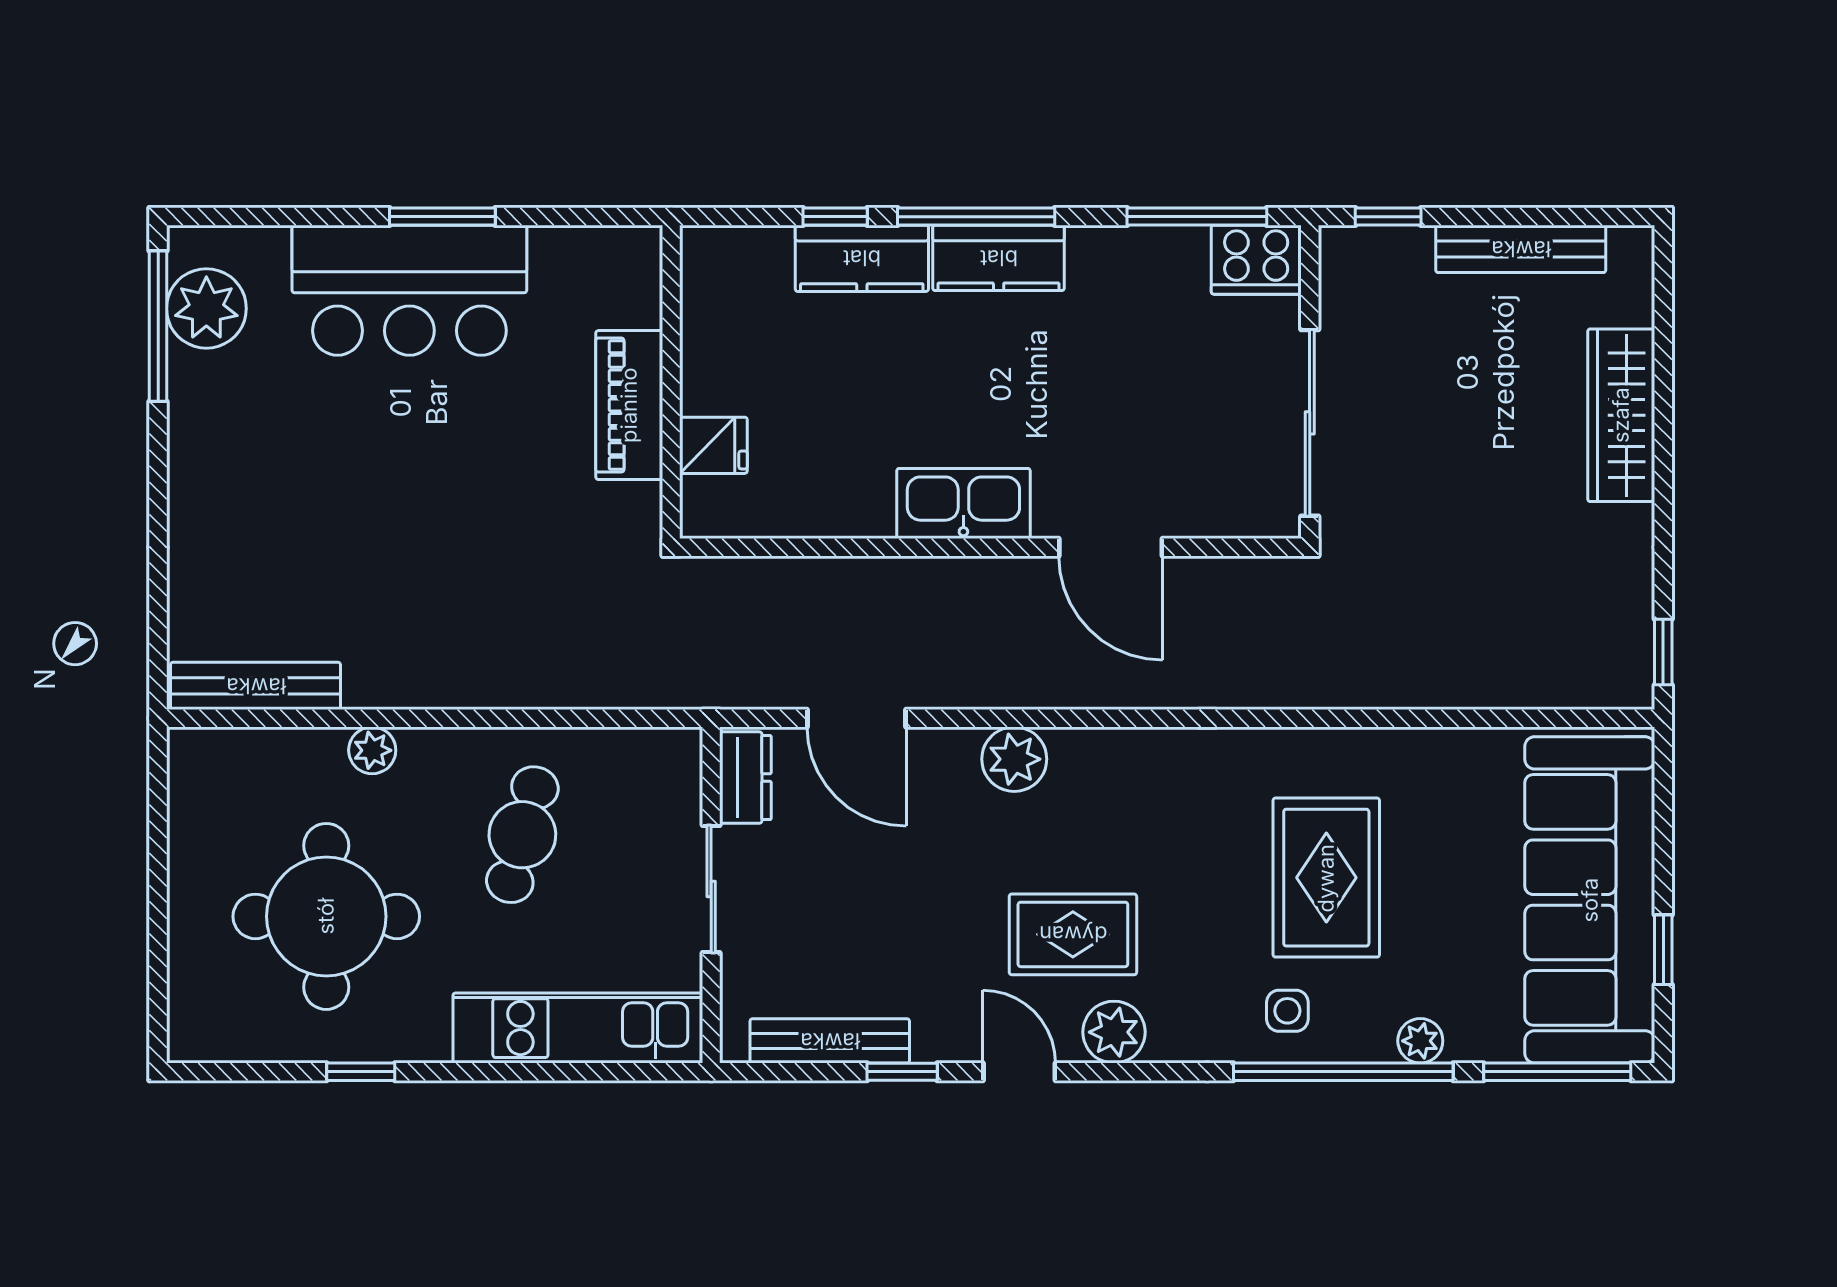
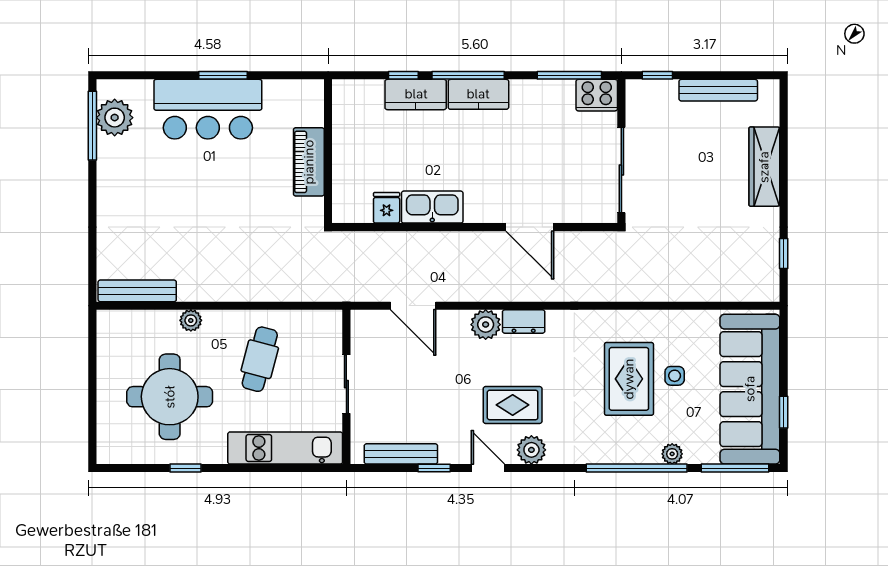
fridge: (713, 445) -> (387, 208), moved, turned -90
kitchen sink: (963, 504) -> (432, 207), moved
window: (1663, 652) -> (784, 254), moved
dresser: (745, 778) -> (524, 321), moved, turned 90
side table: (1287, 1011) -> (675, 376), moved

